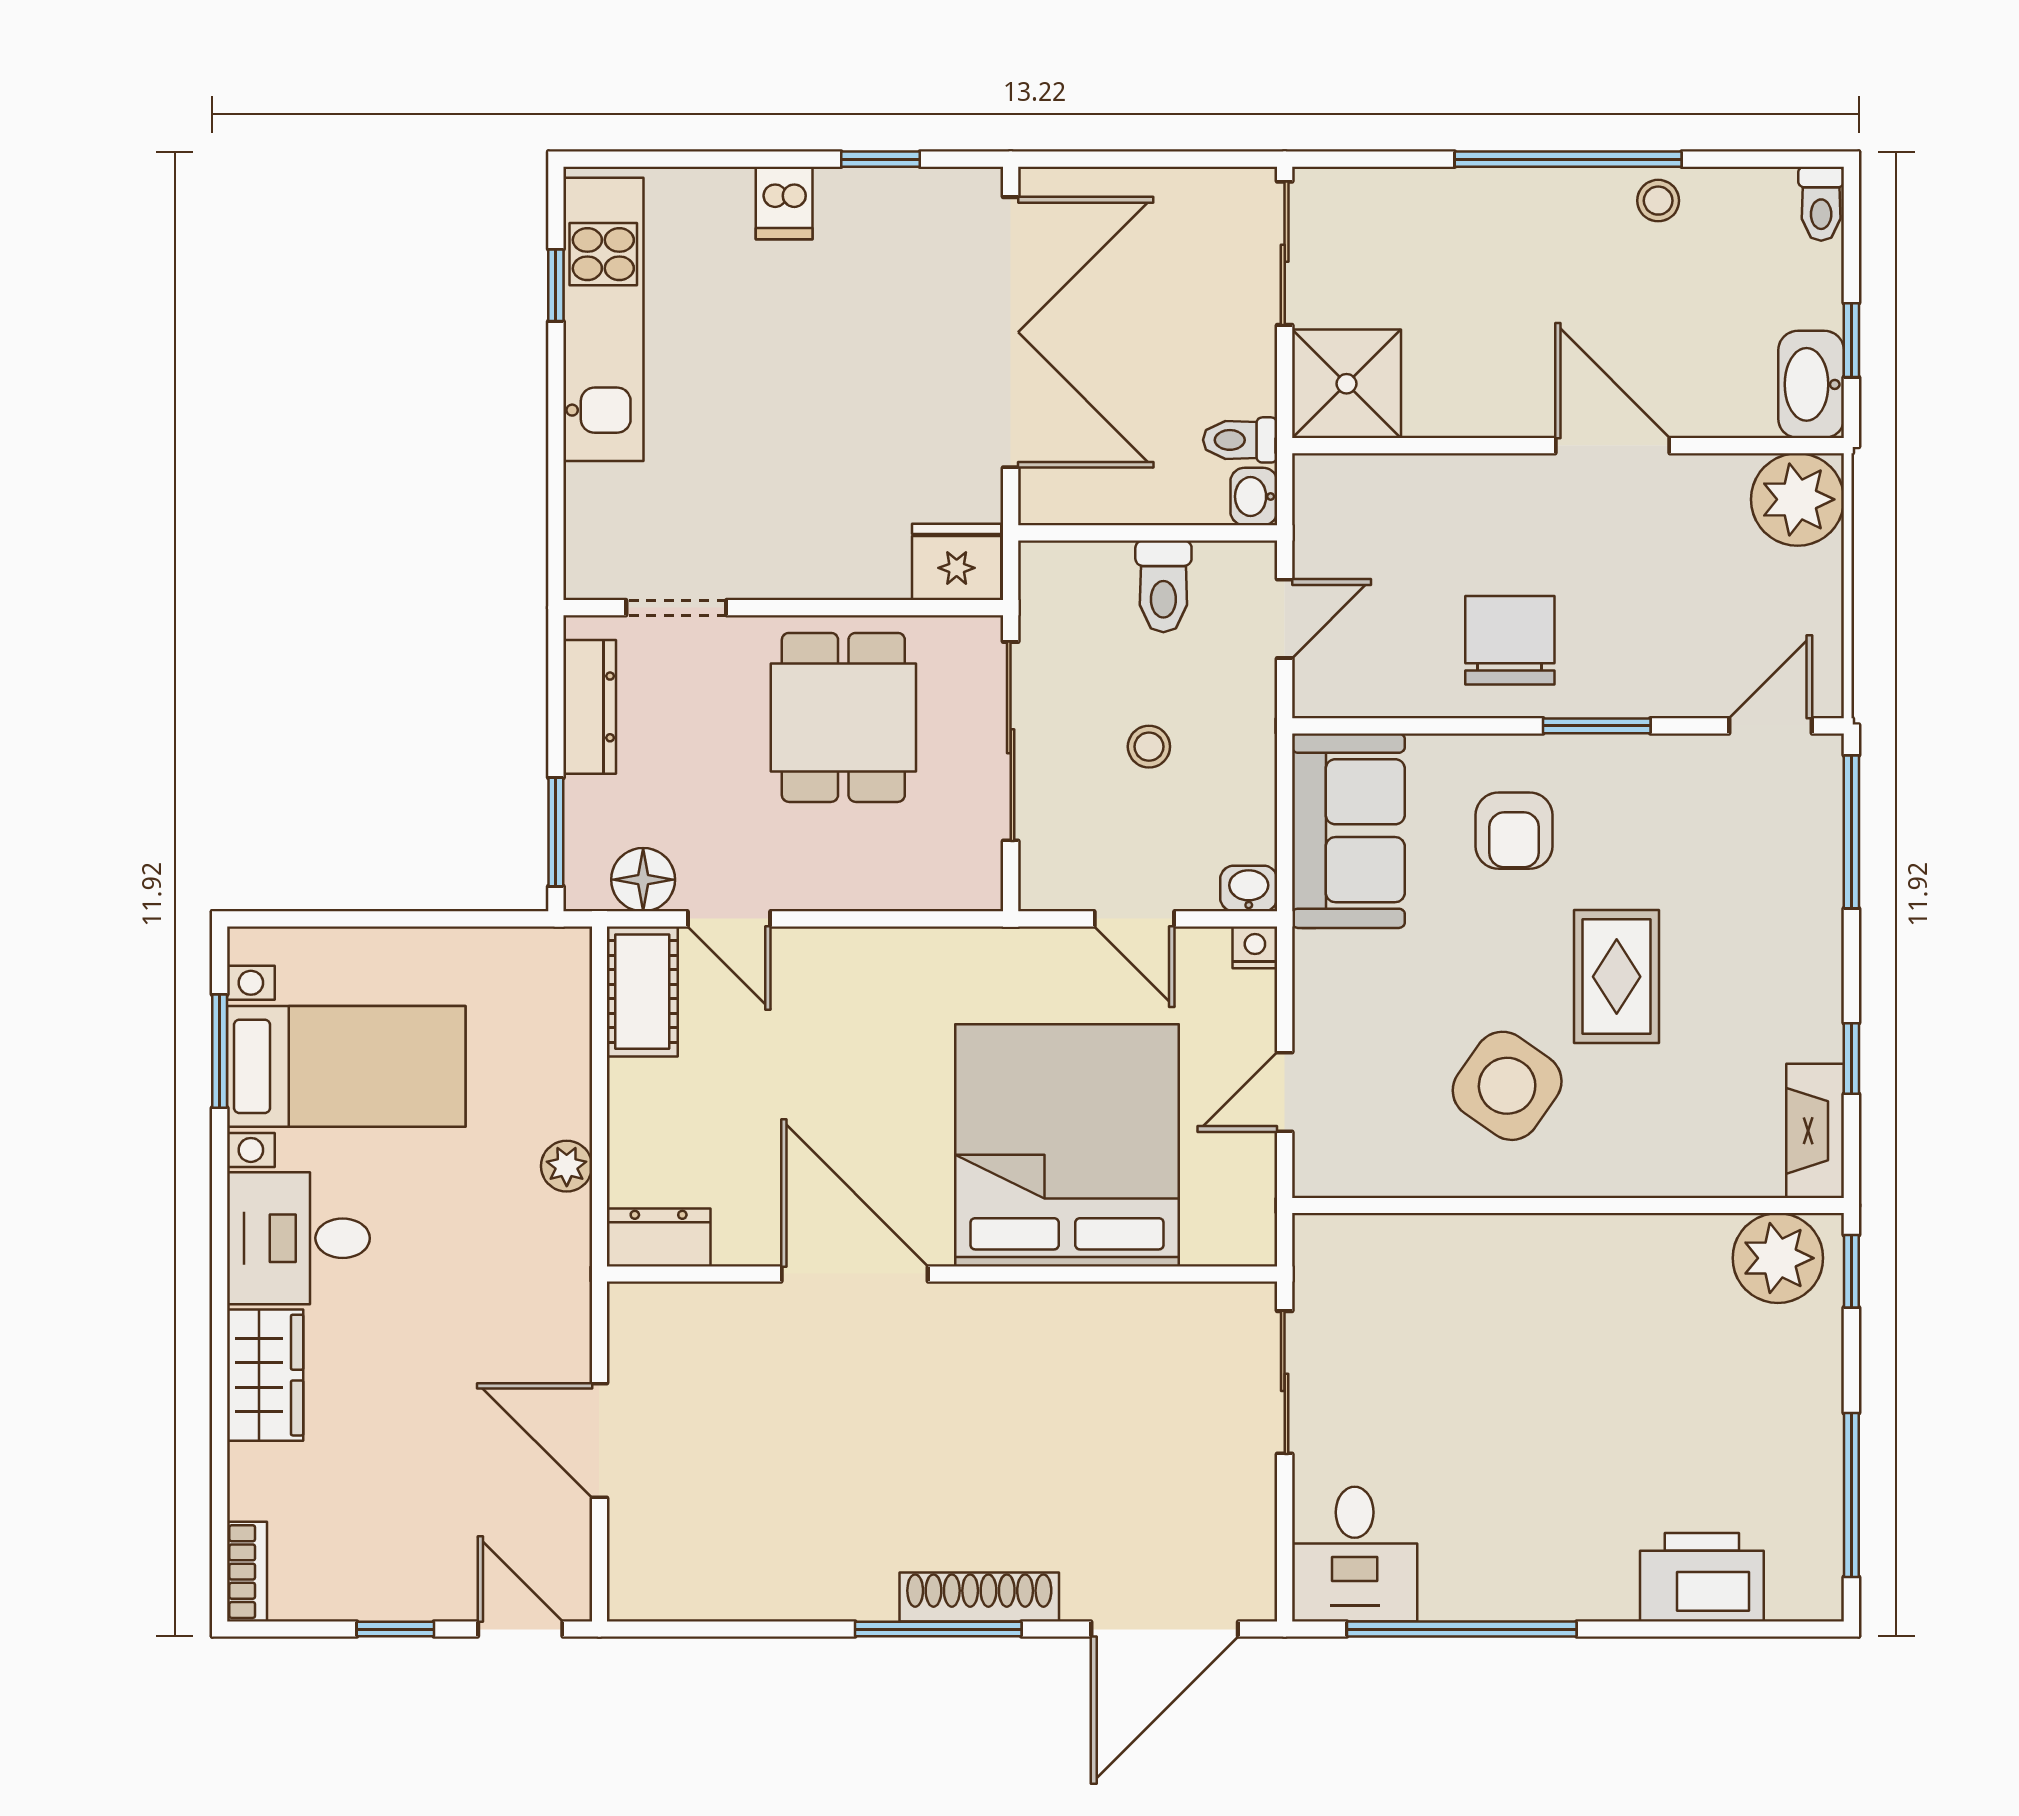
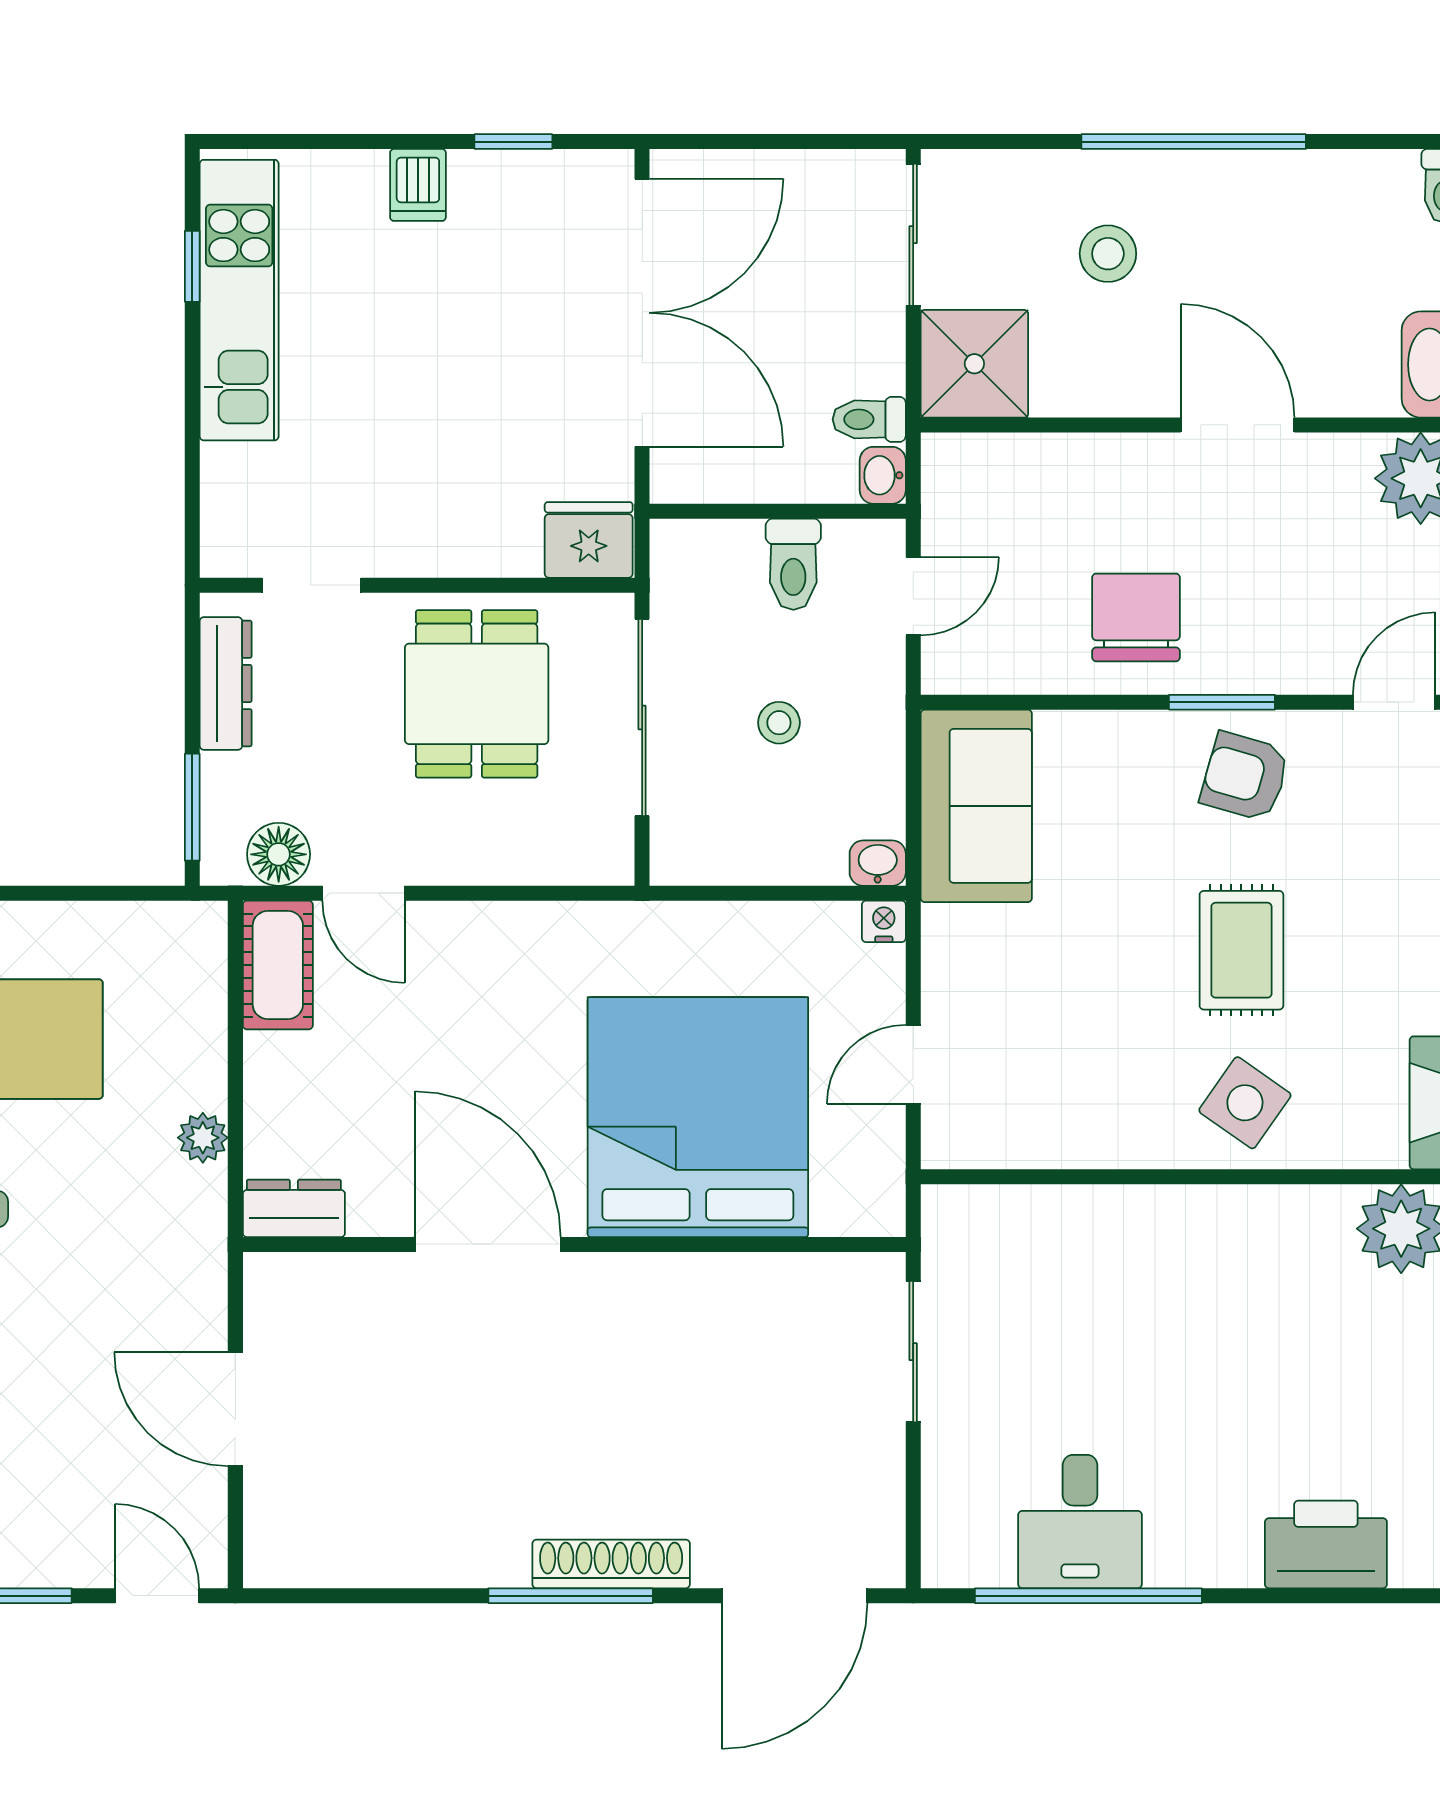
stool: (1658, 201) -> (1108, 254), moved, width x1.37, depth x1.37
armchair: (1514, 831) -> (1245, 777), moved, turned 106
door: (1134, 919) -> (765, 893), removed
side table: (1507, 1086) -> (1245, 1103), moved, width x0.73, depth x0.73
desk: (1355, 1554) -> (1080, 1522), moved

